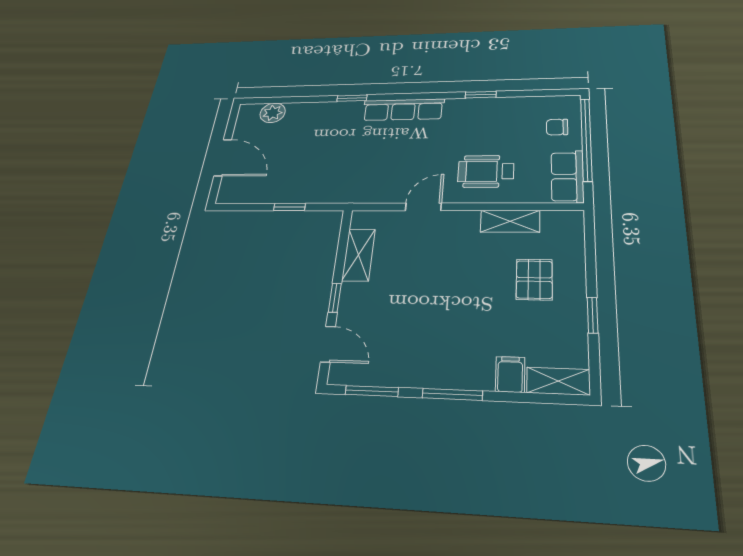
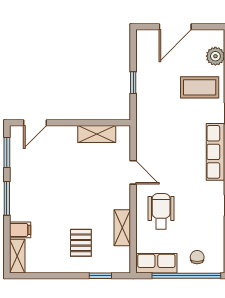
coffee table: (311, 129) -> (200, 87), added
pallet: (534, 280) -> (81, 243), turned 90
window: (335, 298) -> (66, 123), removed
window: (593, 315) -> (100, 276), moved

